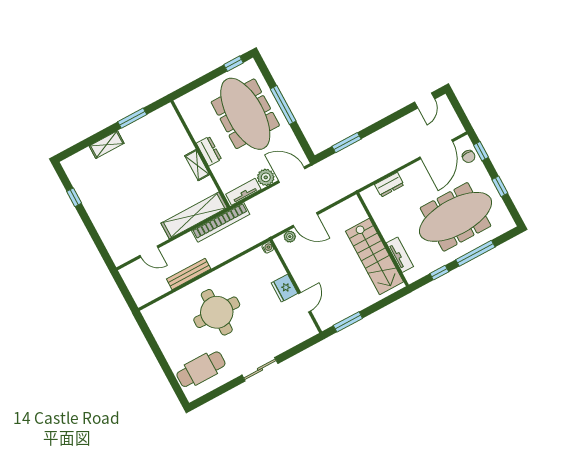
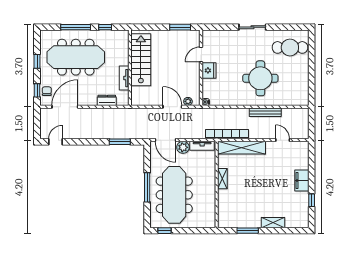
dresser: (209, 151) -> (210, 183), removed
filing cabinet: (99, 215) -> (302, 180), added
tv unit: (400, 255) -> (124, 78), moved

